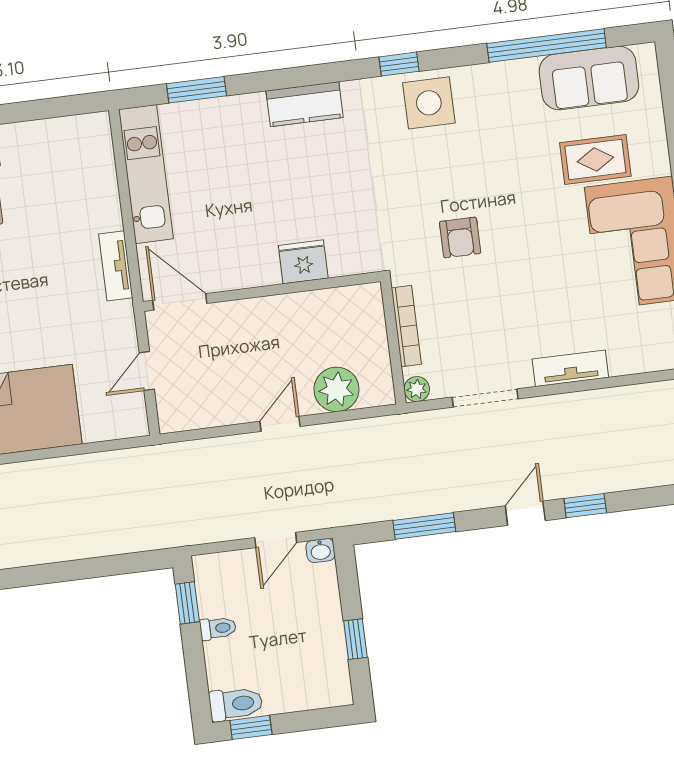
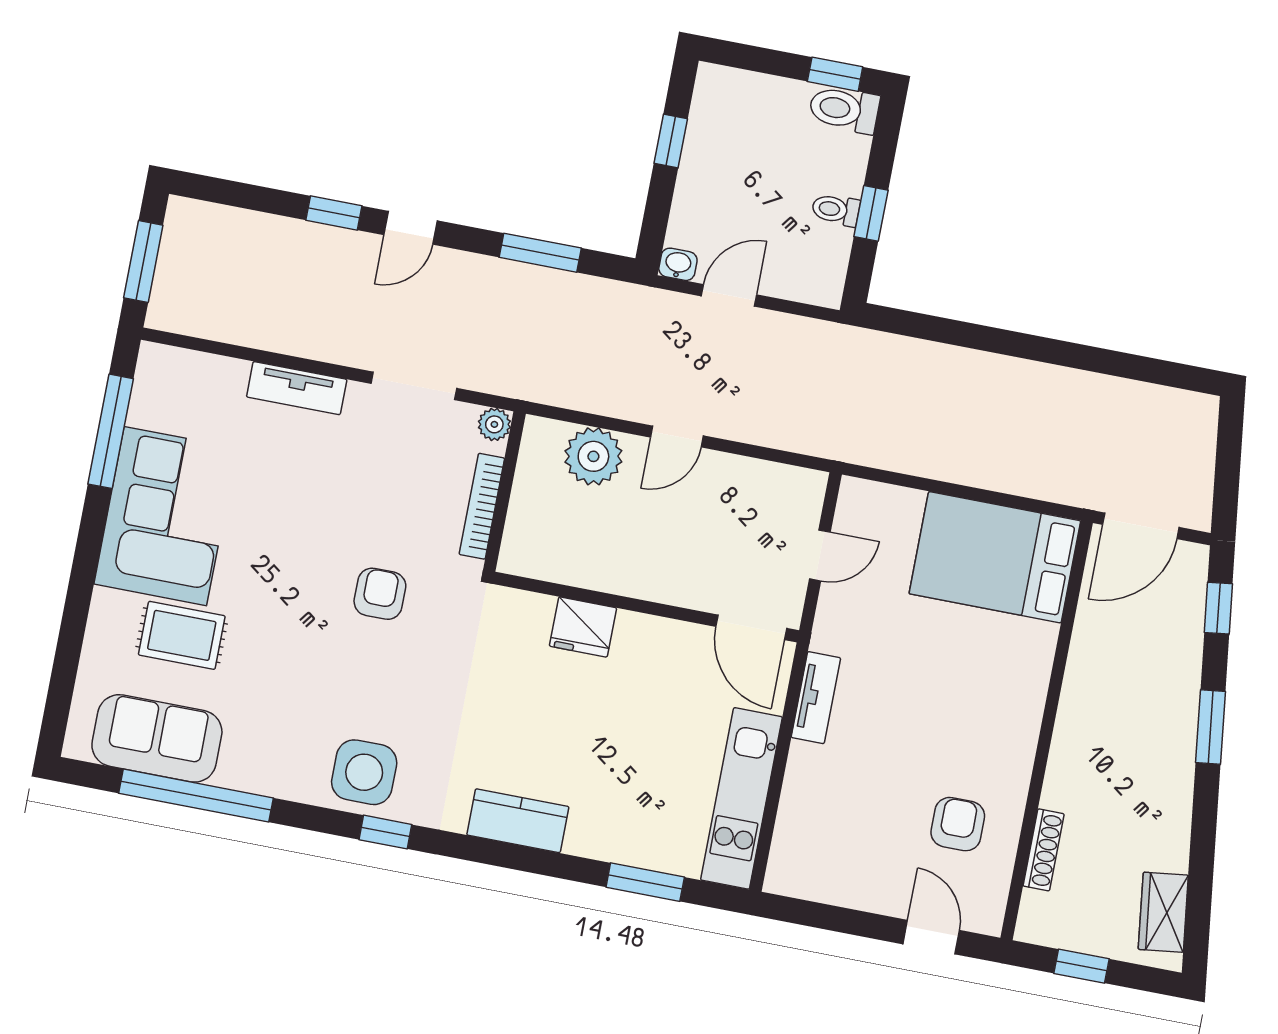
window: (187, 603) -> (871, 213), moved

